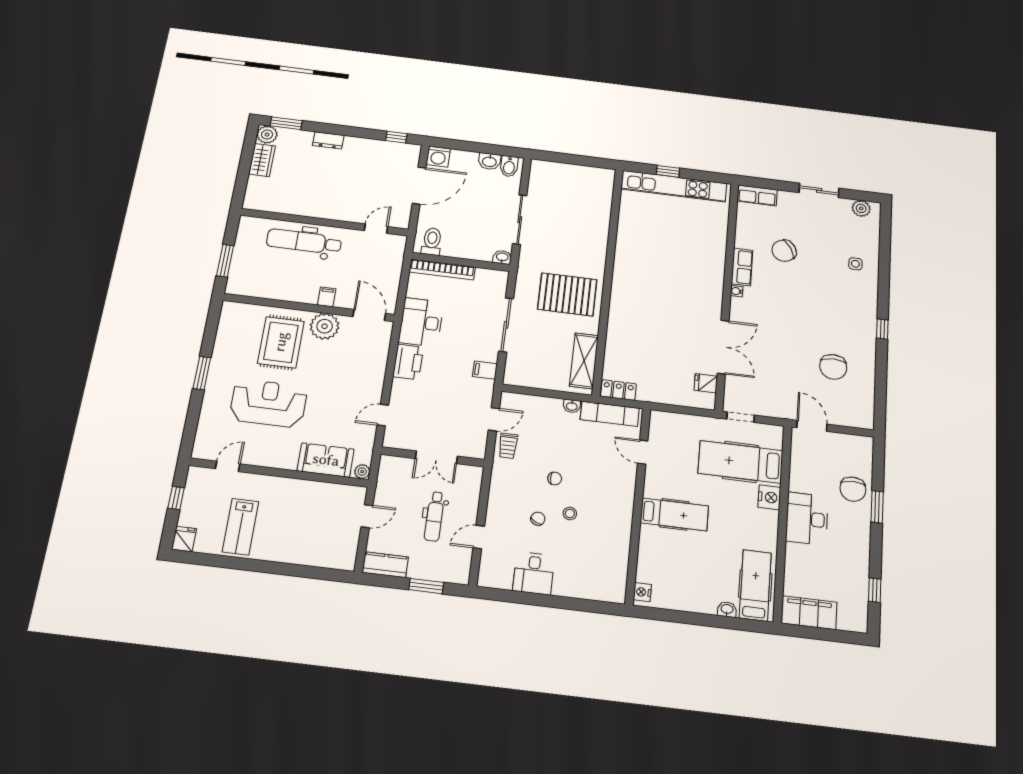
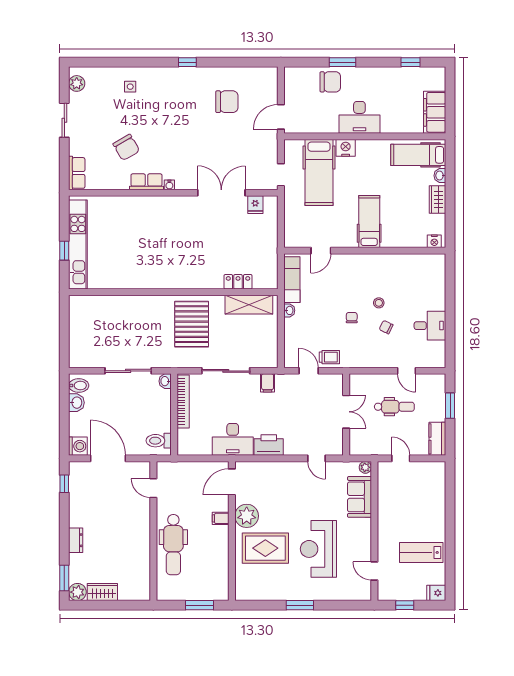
bookcase: (442, 269) -> (183, 401), moved
locker: (618, 390) -> (238, 282), moved, turned 90
lab bench: (240, 527) -> (421, 552), turned 180
wardrobe: (696, 603) -> (437, 199), added

